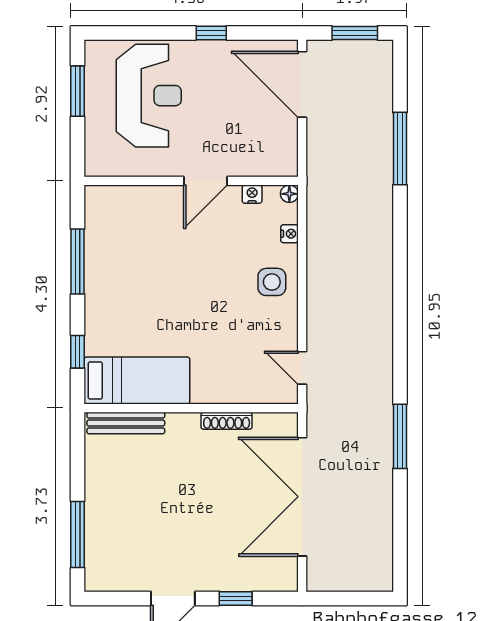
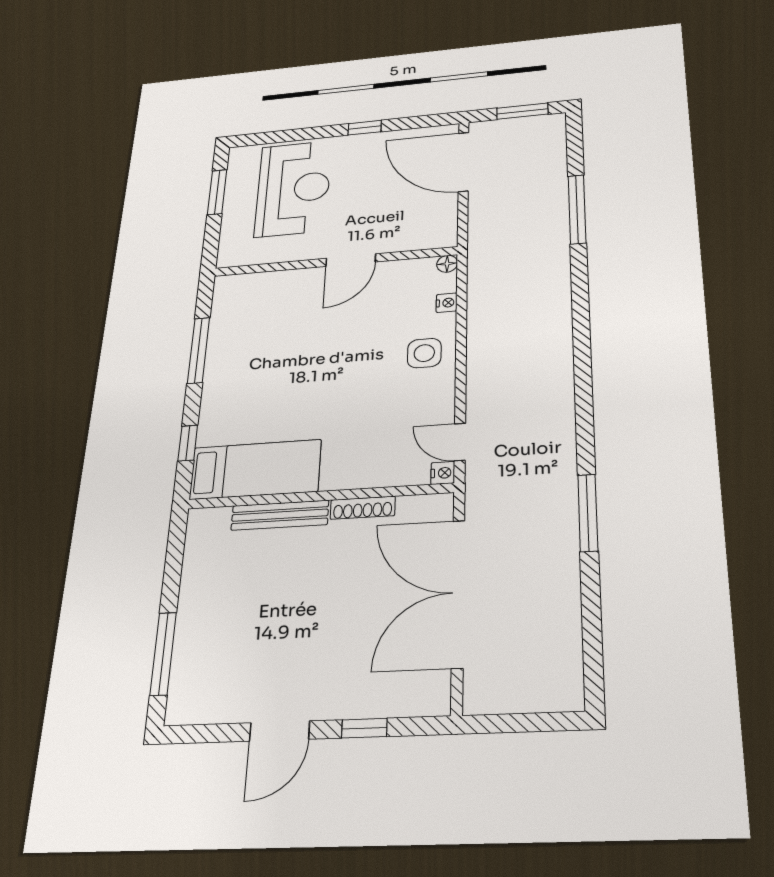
nightstand: (252, 194) -> (443, 473), moved, turned 90
bench: (126, 423) -> (280, 515), moved

